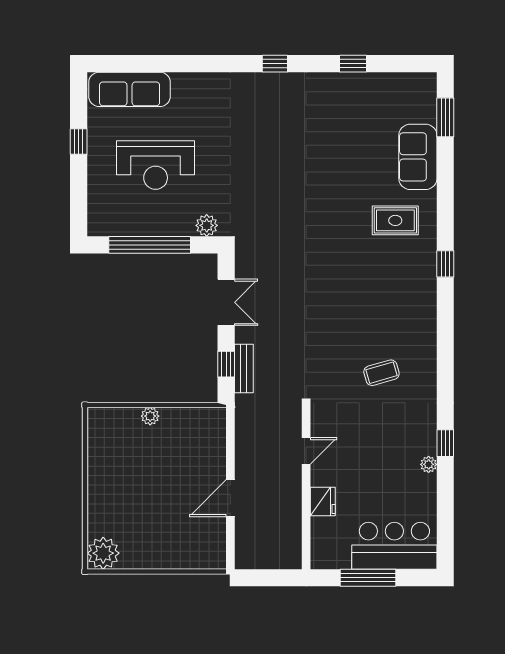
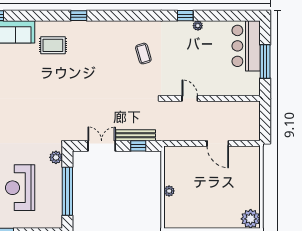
reception desk: (156, 165) -> (20, 188), turned 180
rug: (395, 220) -> (53, 45), turned 90
bench: (244, 368) -> (136, 135), width x1.36
fridge: (323, 501) -> (220, 88), removed

